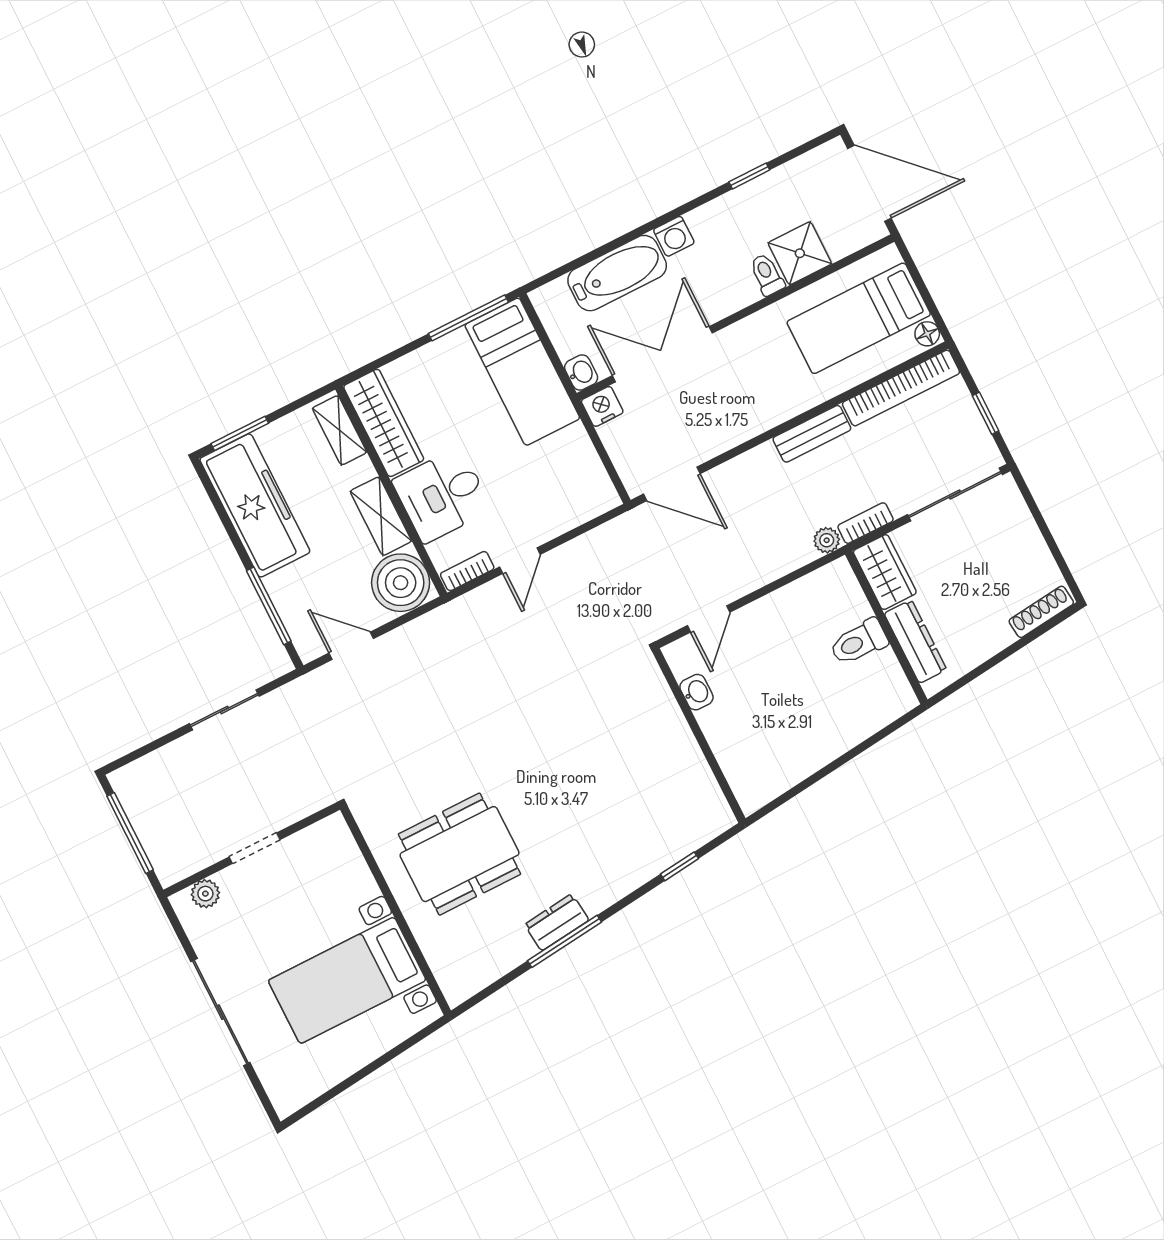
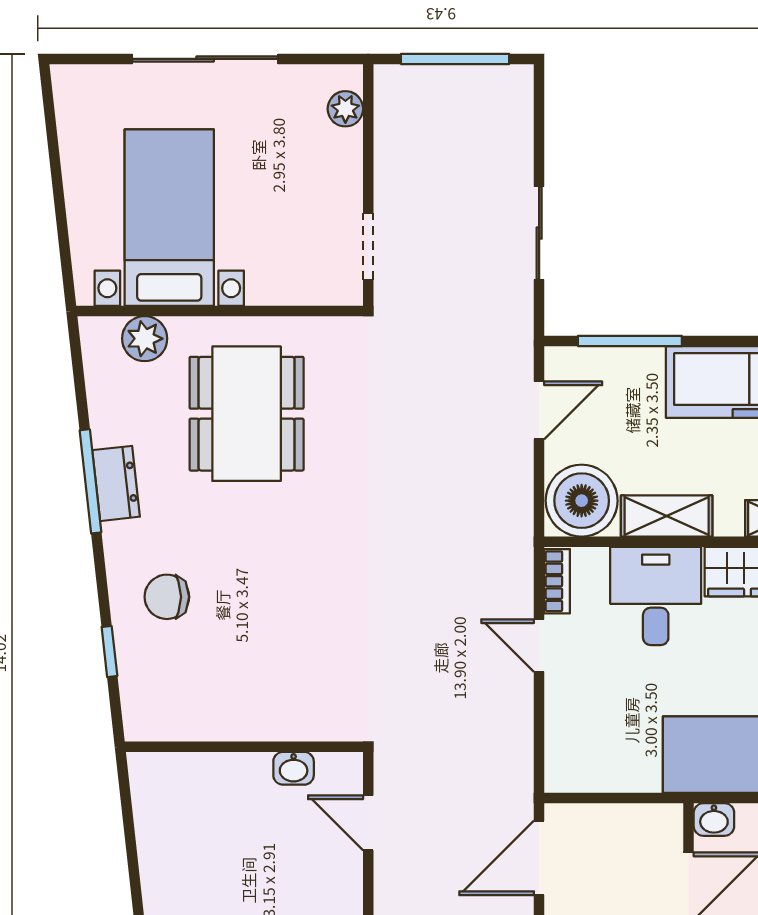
nightstand: (602, 406) -> (664, 824), removed
chair: (620, 845) -> (167, 597), added
doorway: (255, 848) -> (368, 247), moved
plant: (443, 954) -> (145, 339), added

